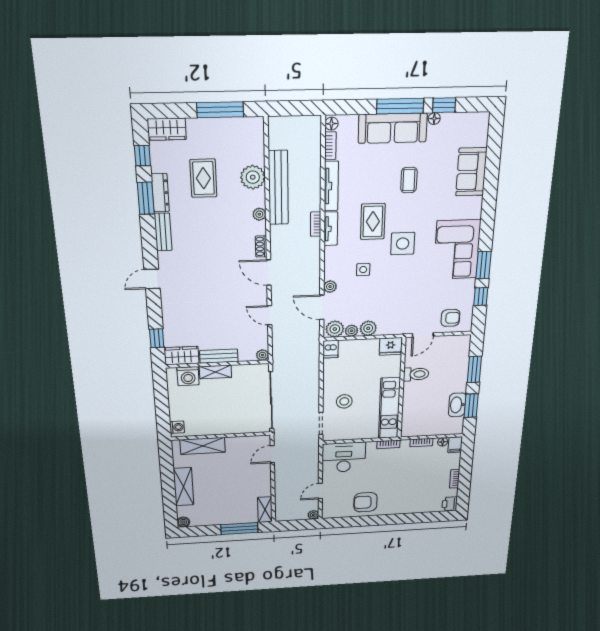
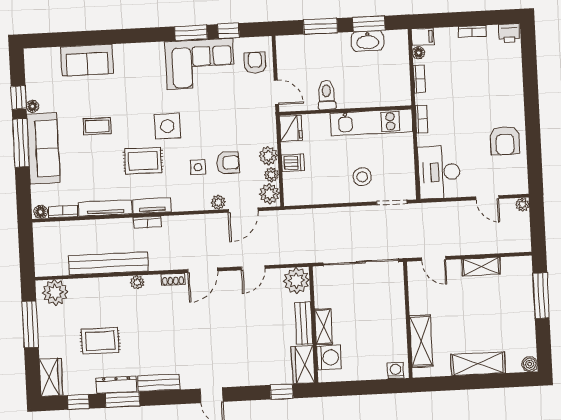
plant: (253, 177) -> (55, 292), moved
corner sofa: (457, 250) -> (200, 64), moved
armchair: (365, 295) -> (228, 163), added
dishwasher: (331, 349) -> (293, 163), moved
plant: (262, 355) -> (296, 281), width x1.88, depth x1.88
shelving: (265, 510) -> (481, 266), moved

